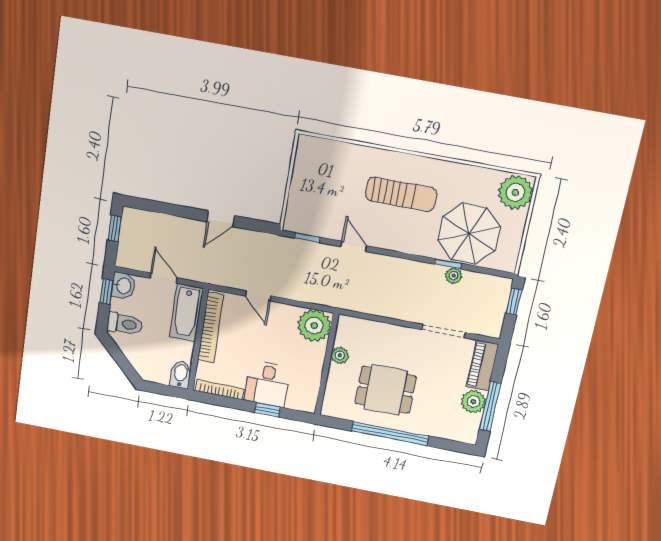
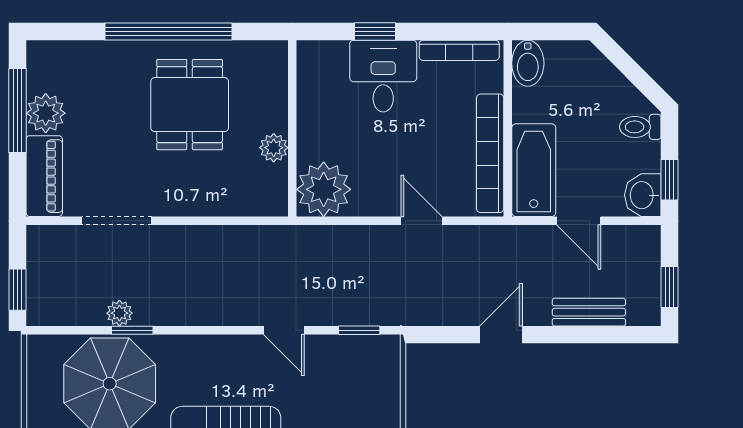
bench: (165, 222) -> (589, 312), added
toilet: (125, 324) -> (640, 127), width x0.73, depth x0.72
dining table: (386, 390) -> (190, 105), turned 90

